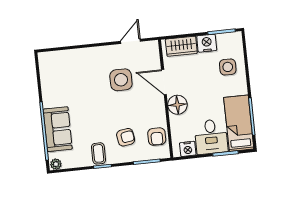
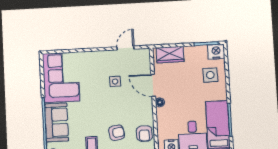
nightstand: (207, 43) -> (216, 52), moved
corner sofa: (60, 78) -> (61, 77), added
side table: (121, 80) -> (115, 81), width x0.54, depth x0.54
floor lamp: (177, 105) -> (160, 102), width x0.53, depth x0.53

